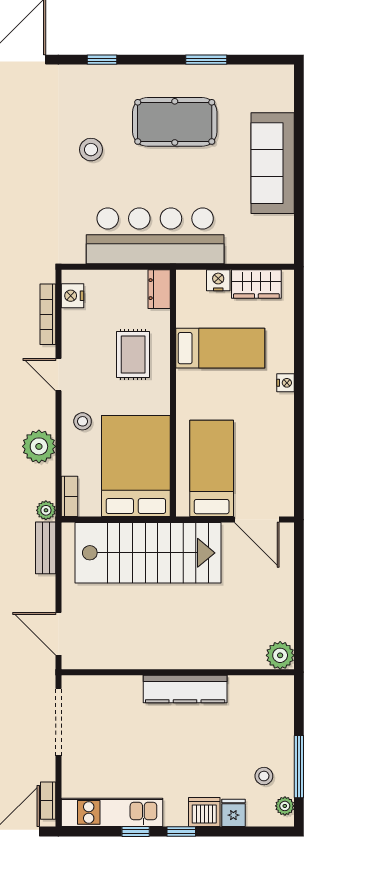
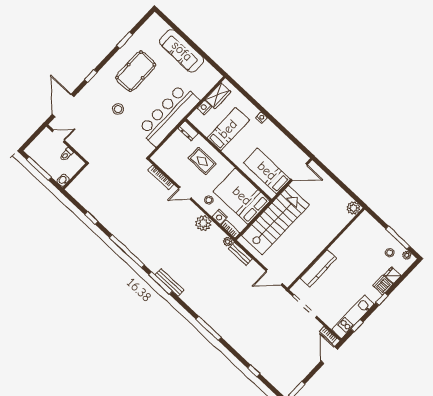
nightstand: (72, 296) -> (220, 217), moved
kitchen counter: (185, 689) -> (318, 268), moved
window: (136, 832) -> (357, 326), moved

